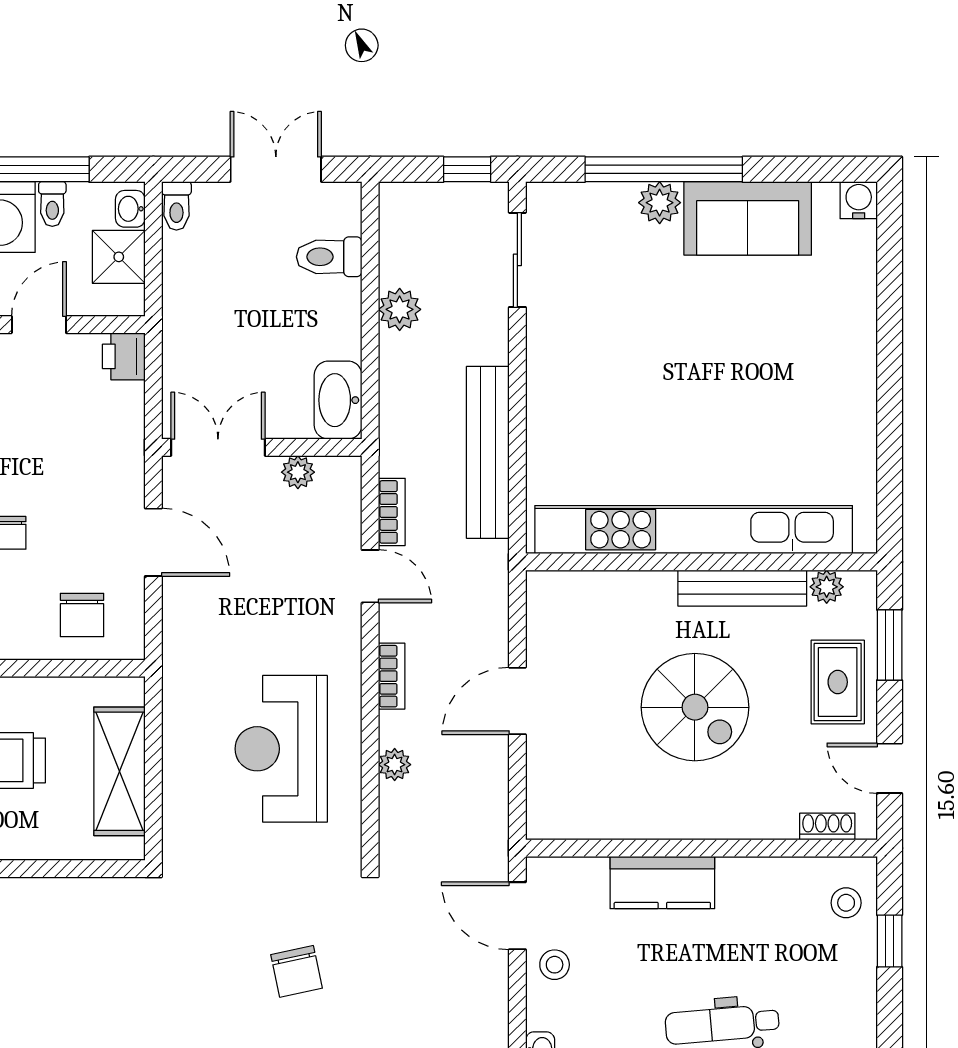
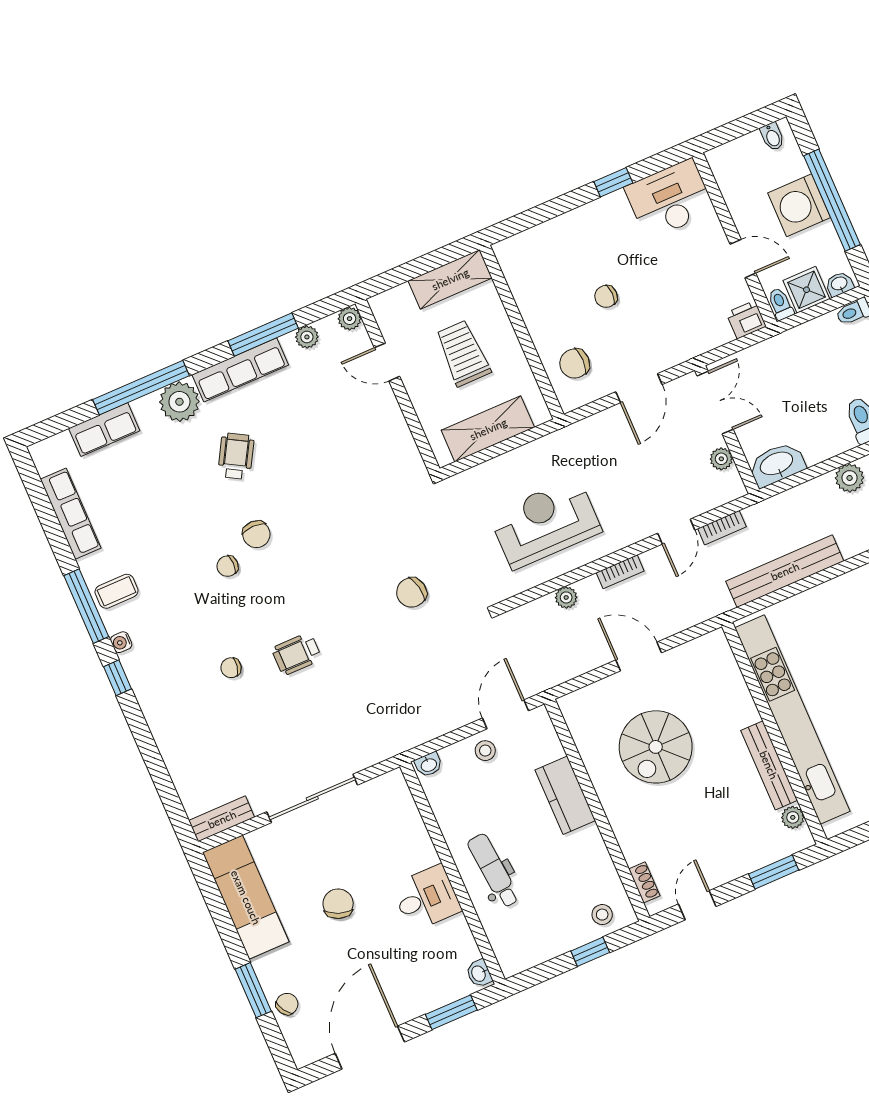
toilet: (52, 204) -> (781, 304), moved, turned 90
rug: (838, 682) -> (737, 850), removed
spiral stairs: (695, 707) -> (656, 747), moved

